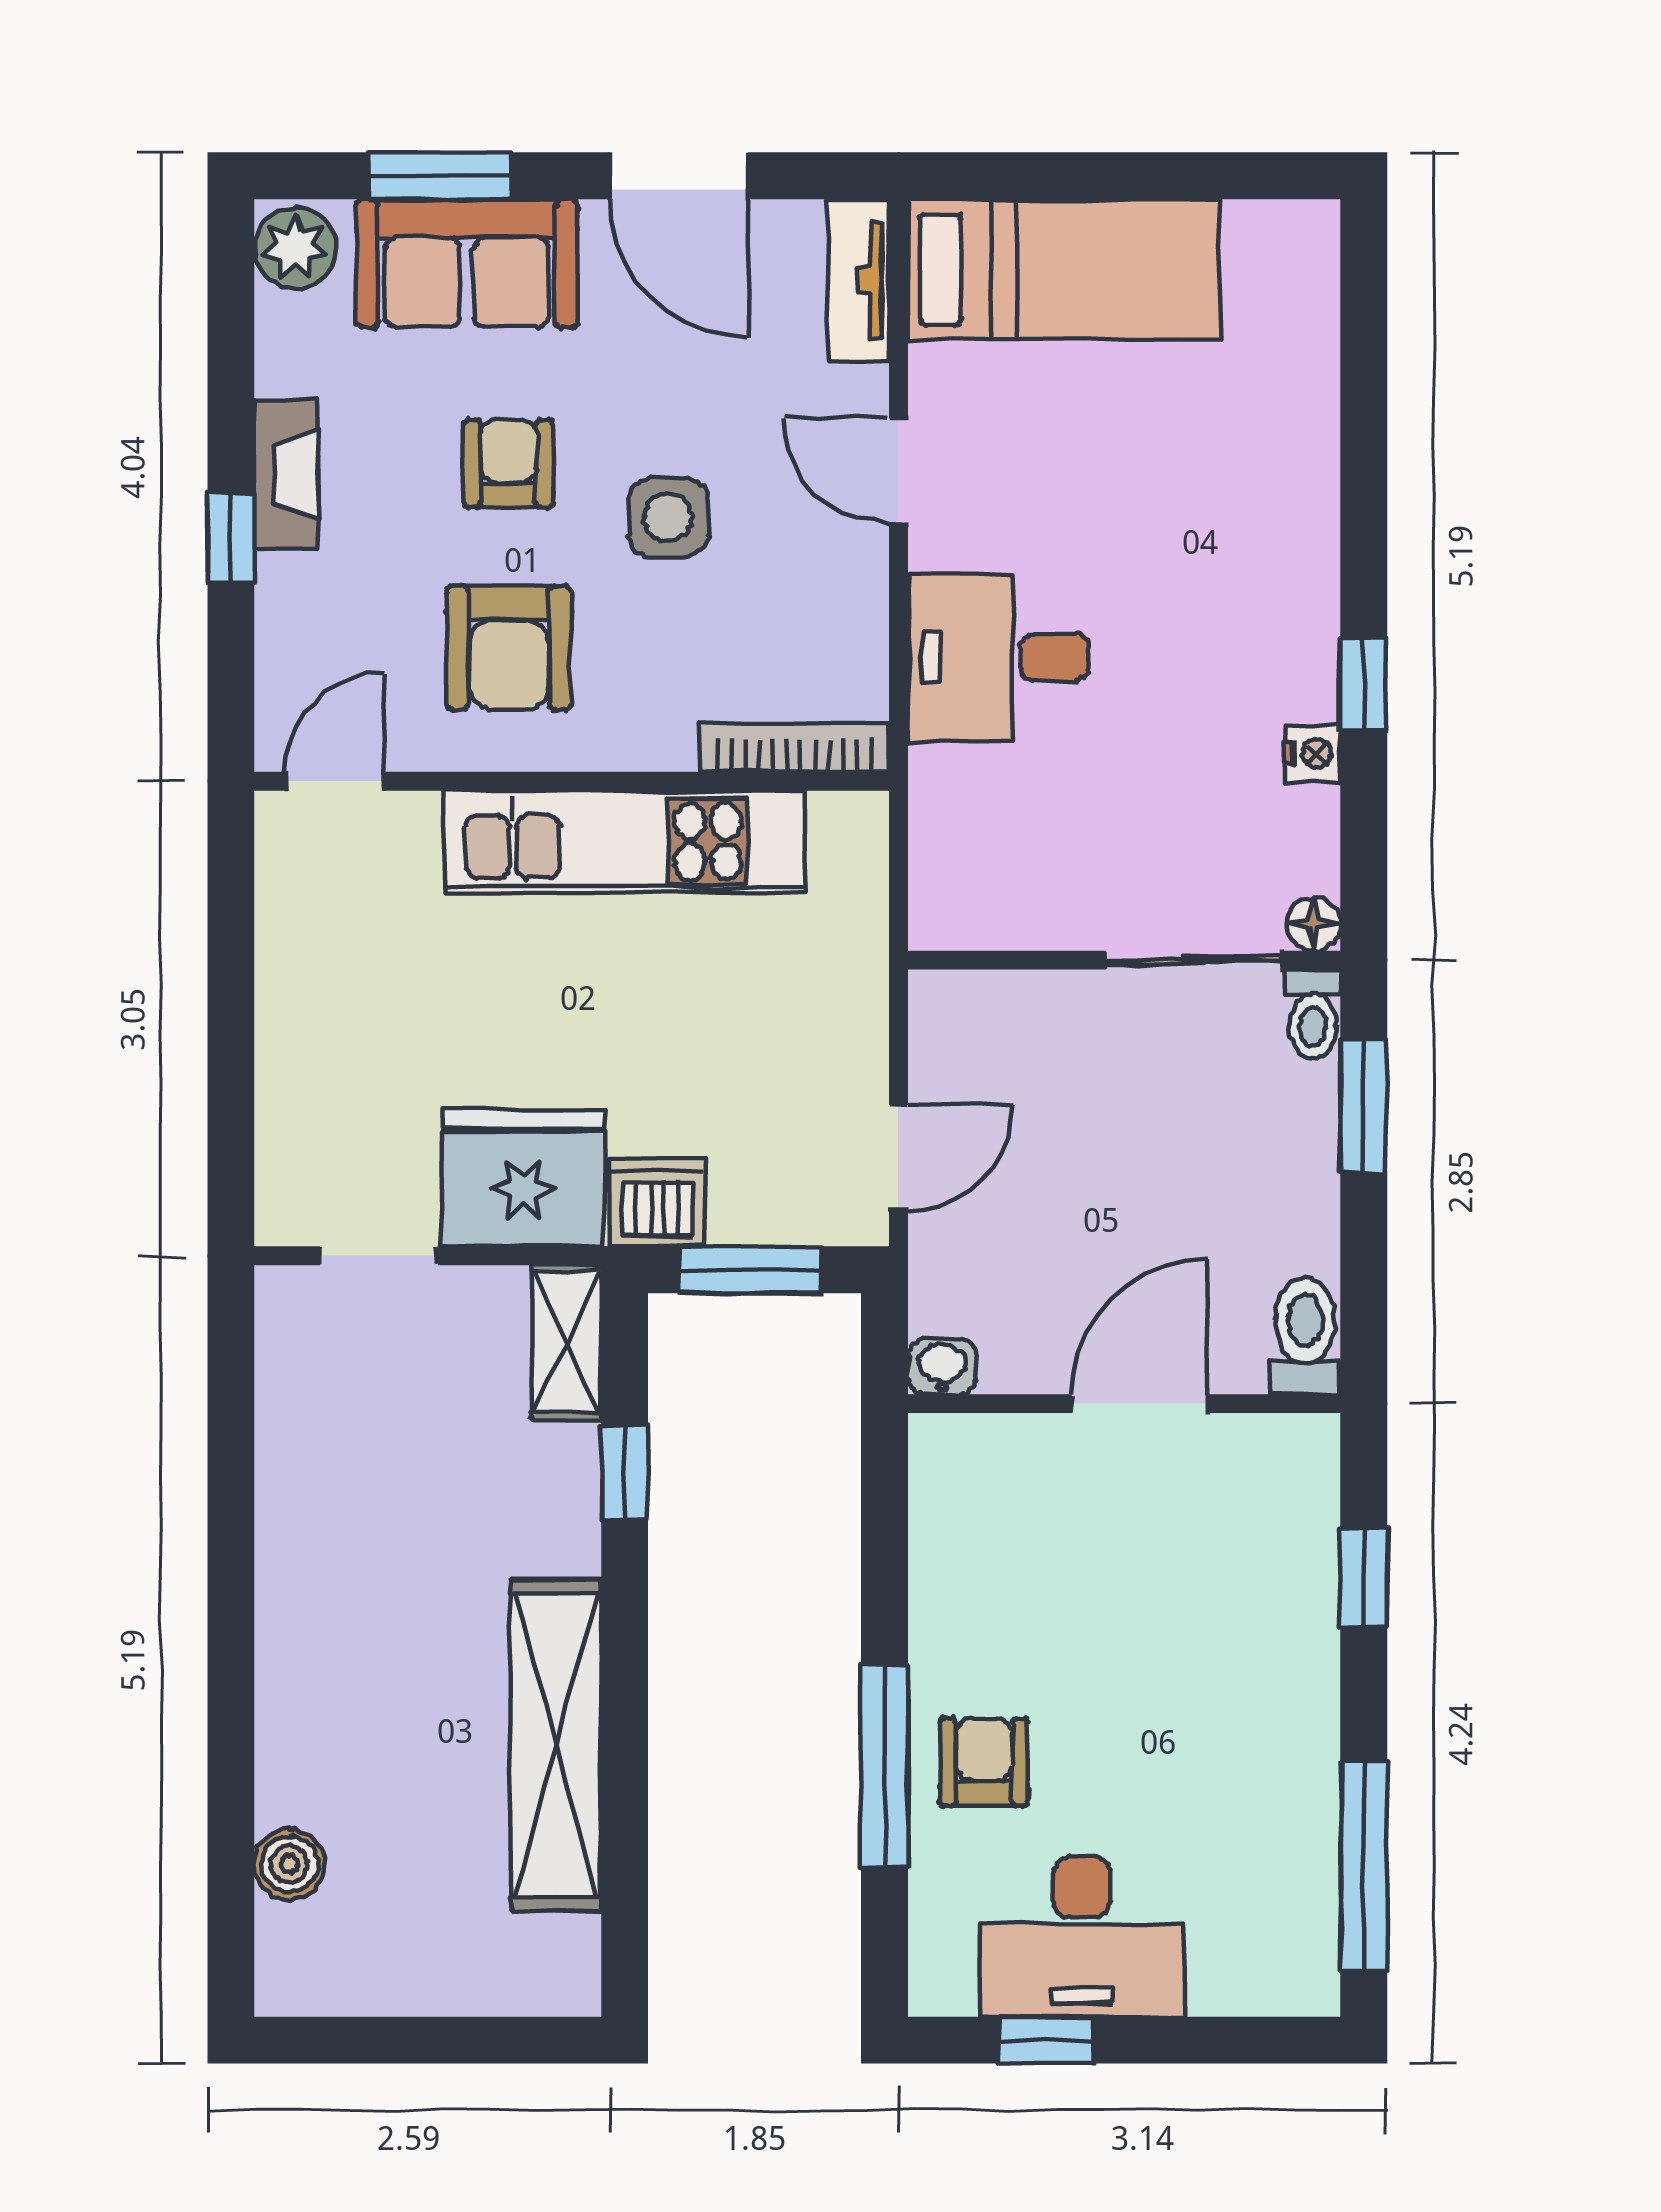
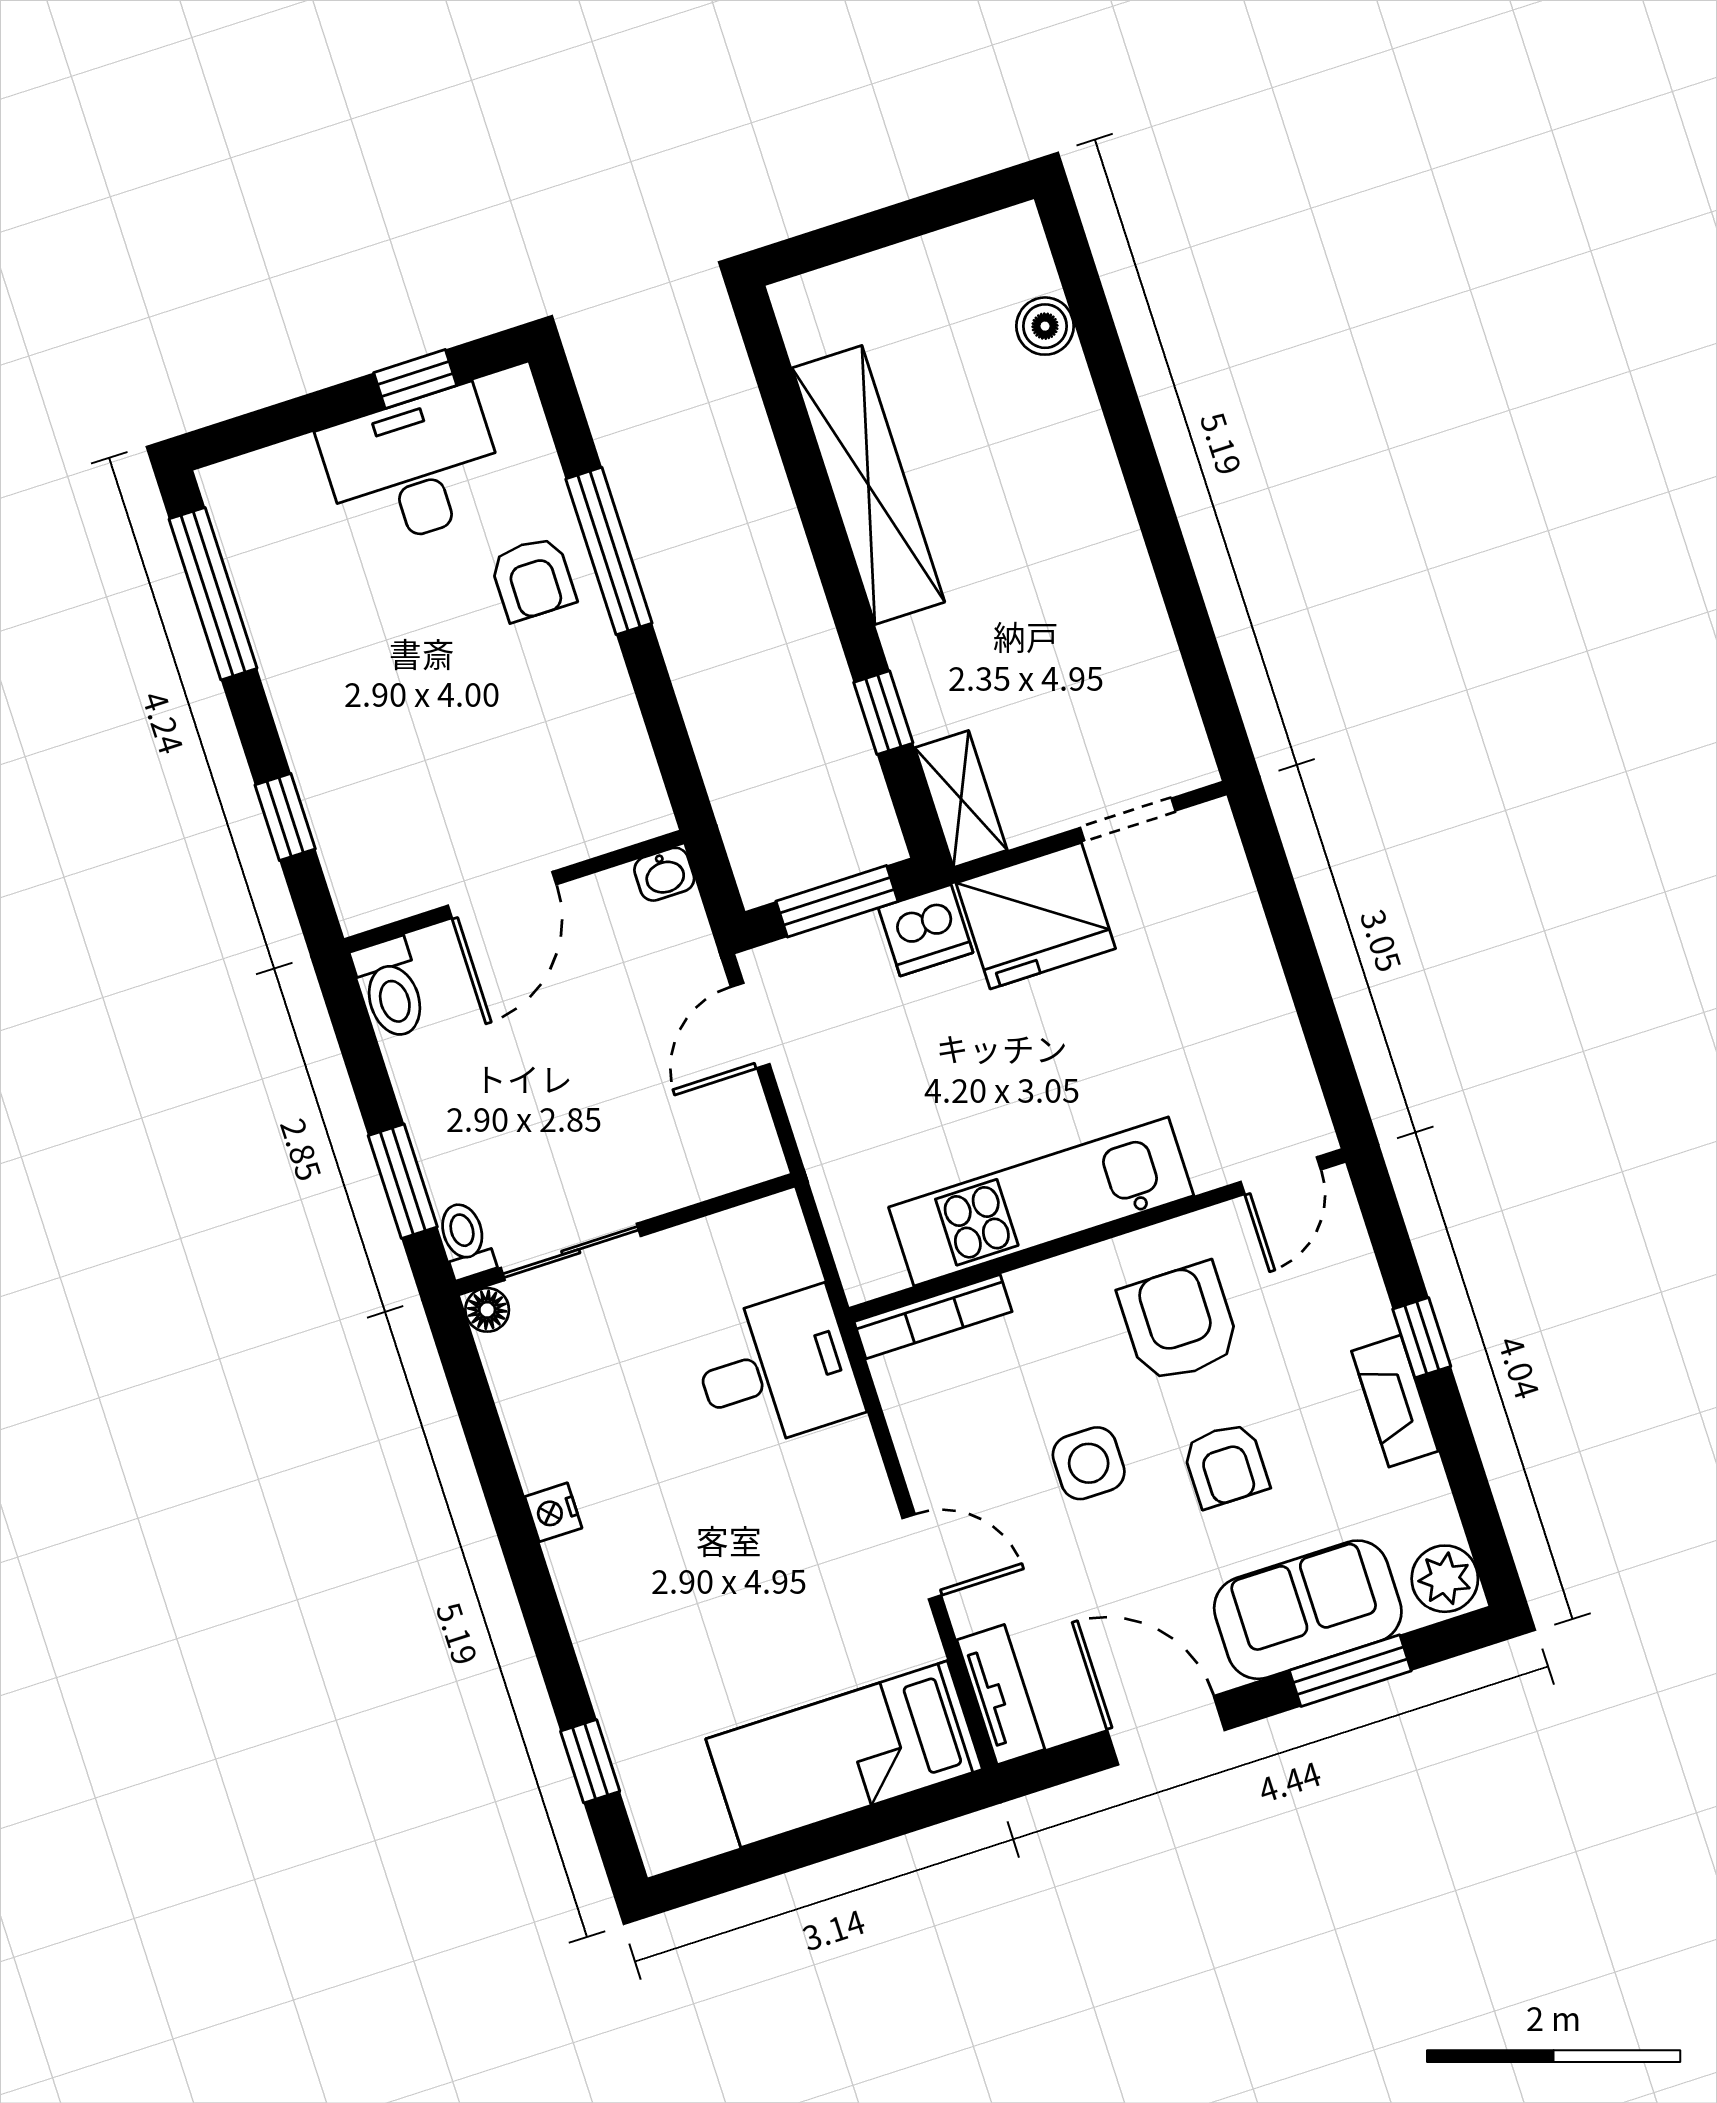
desk: (998, 657) -> (776, 1370), moved
window: (1364, 684) -> (590, 1761), moved
nightstand: (1313, 753) -> (553, 1512), moved

